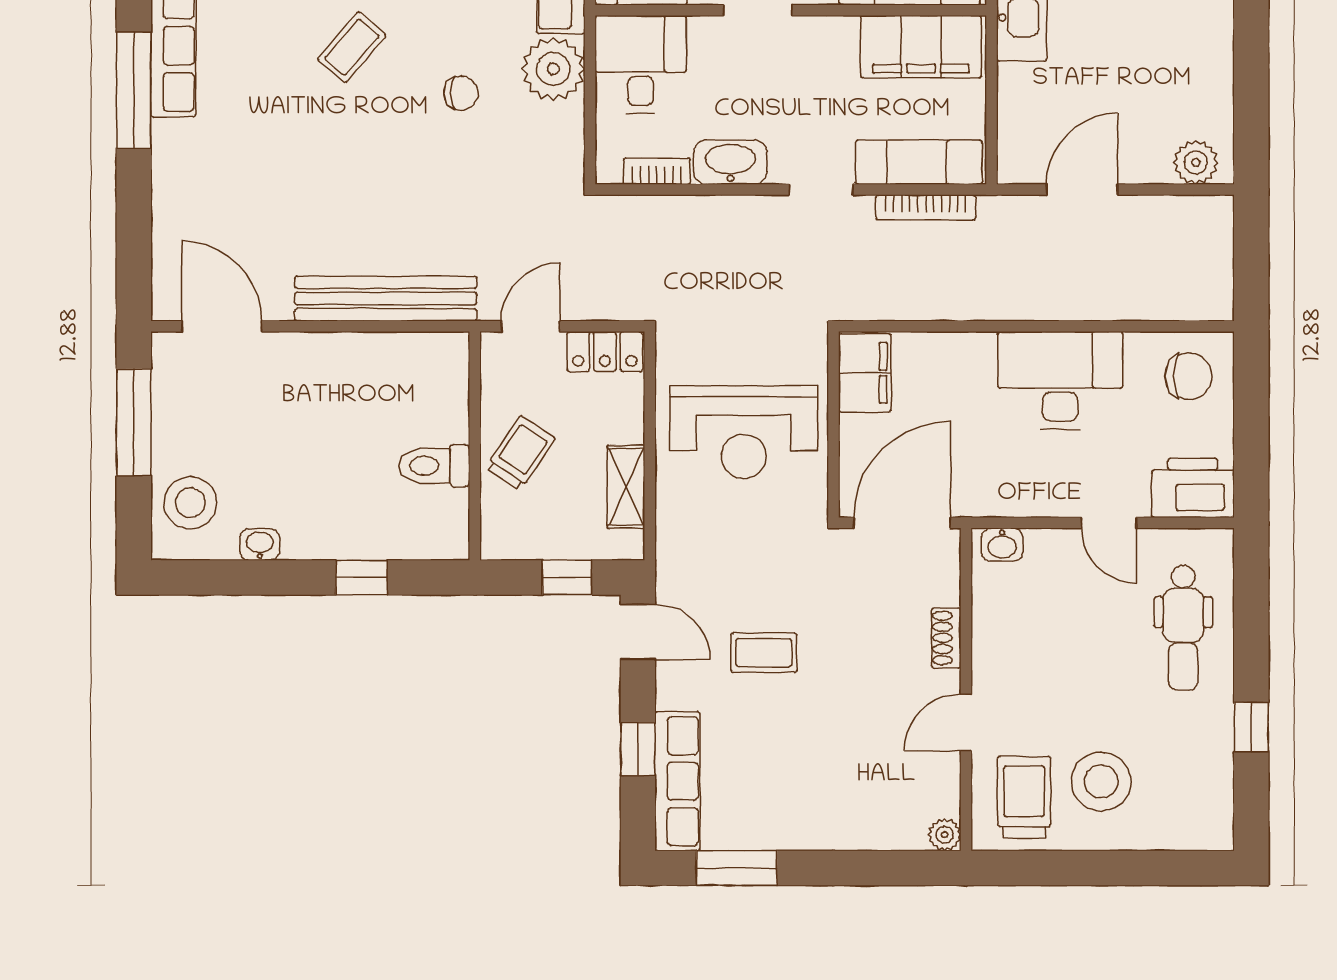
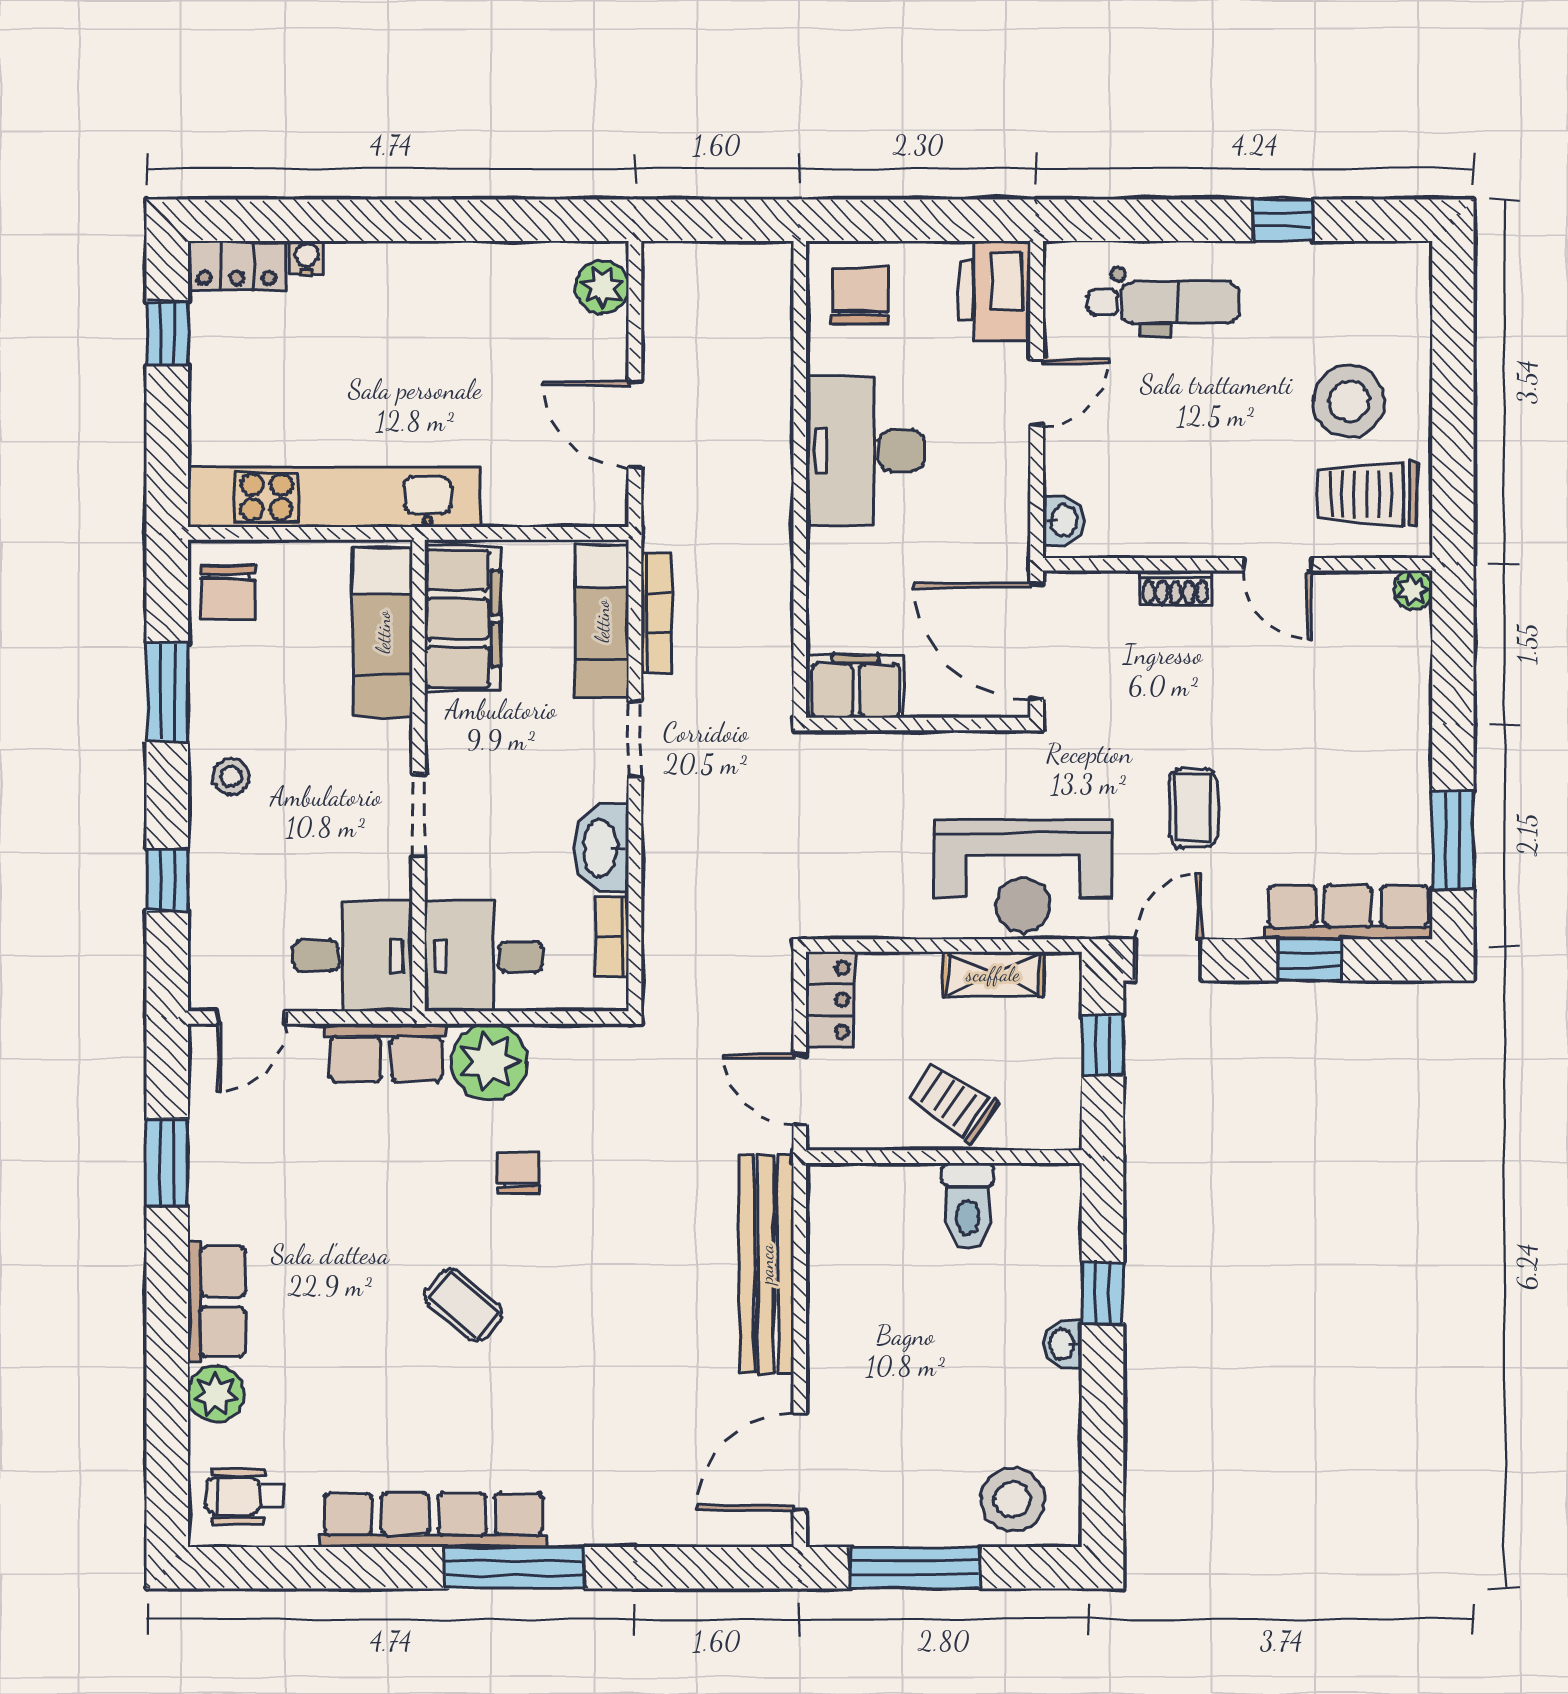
reception desk: (744, 432) -> (1023, 876), moved, turned 90
washbasin: (260, 544) -> (1063, 1344), moved

